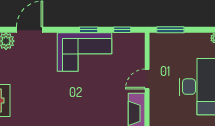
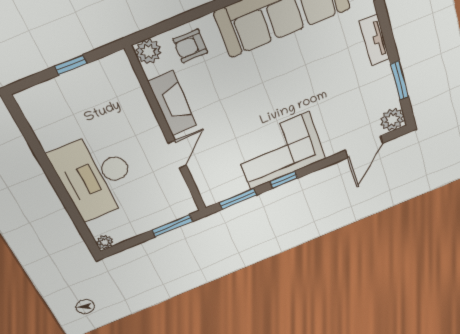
window: (122, 30) -> (238, 199), width x1.50

